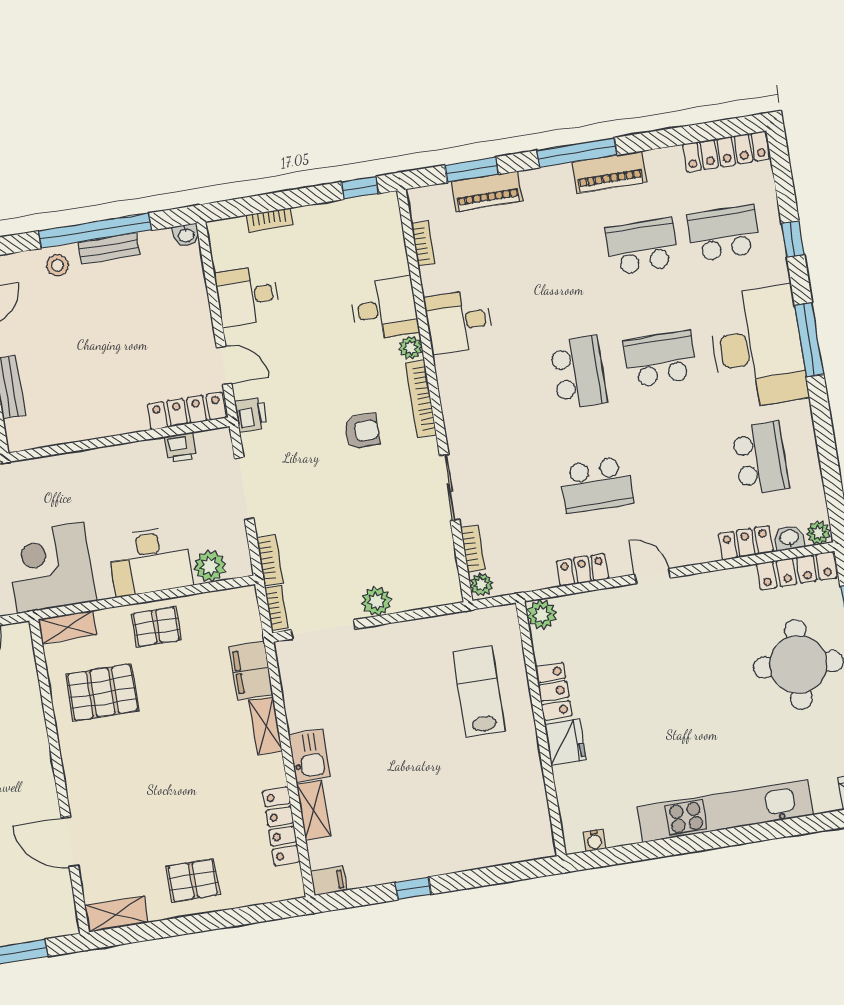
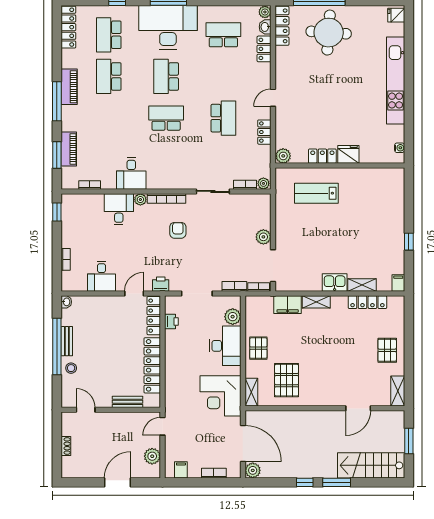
locker: (89, 424) -> (152, 365), added

